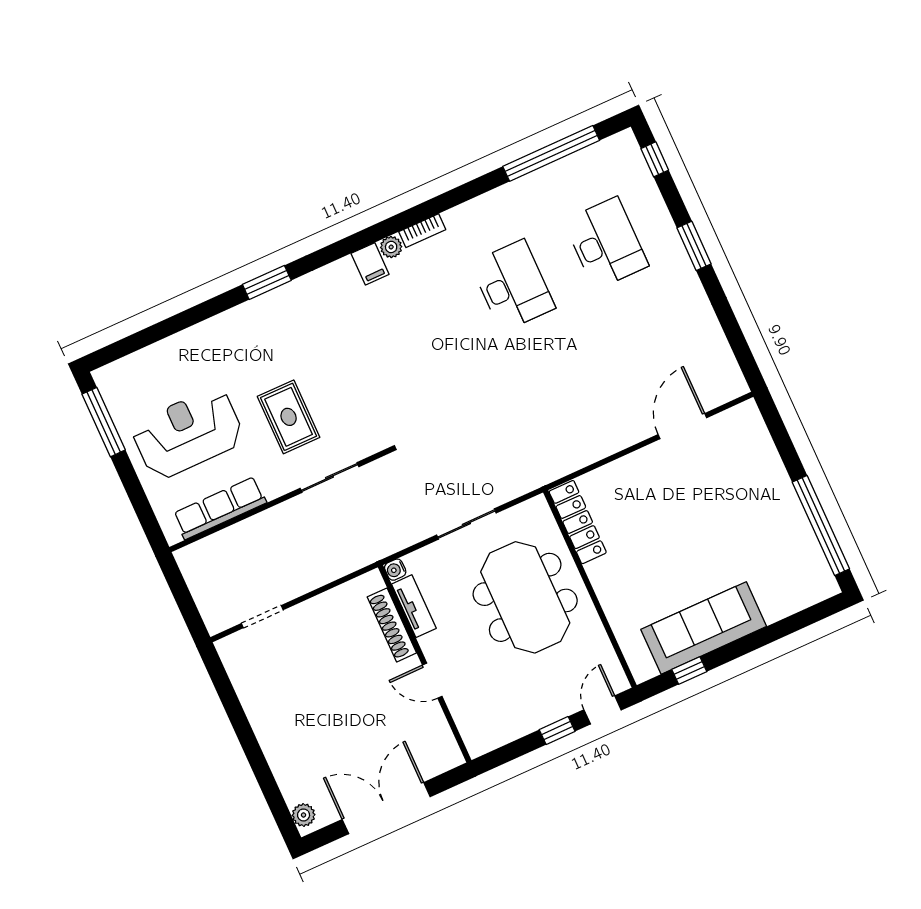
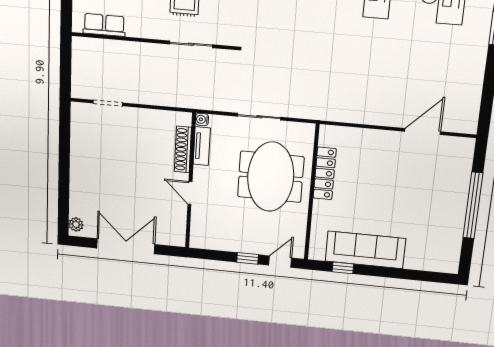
row of seats: (220, 508) -> (104, 25), width x0.68
locker: (578, 522) -> (325, 173), moved
window: (821, 525) -> (473, 205), moved

